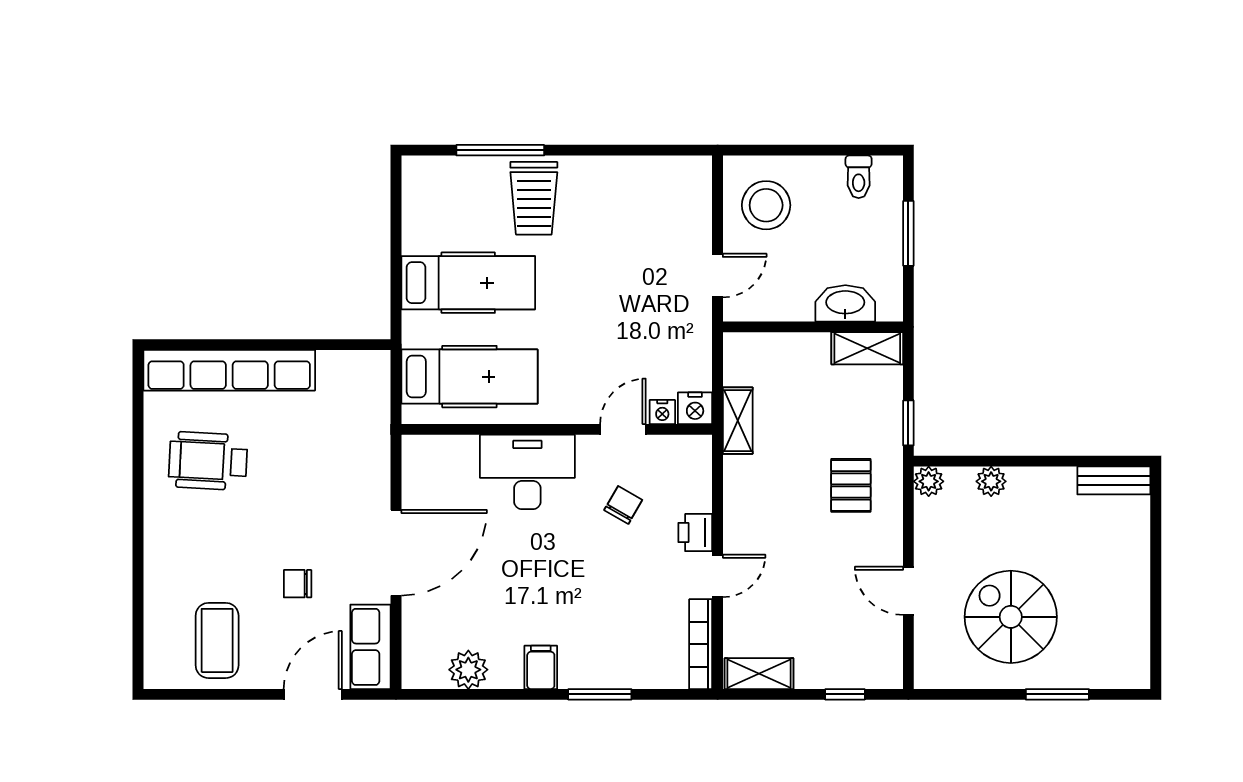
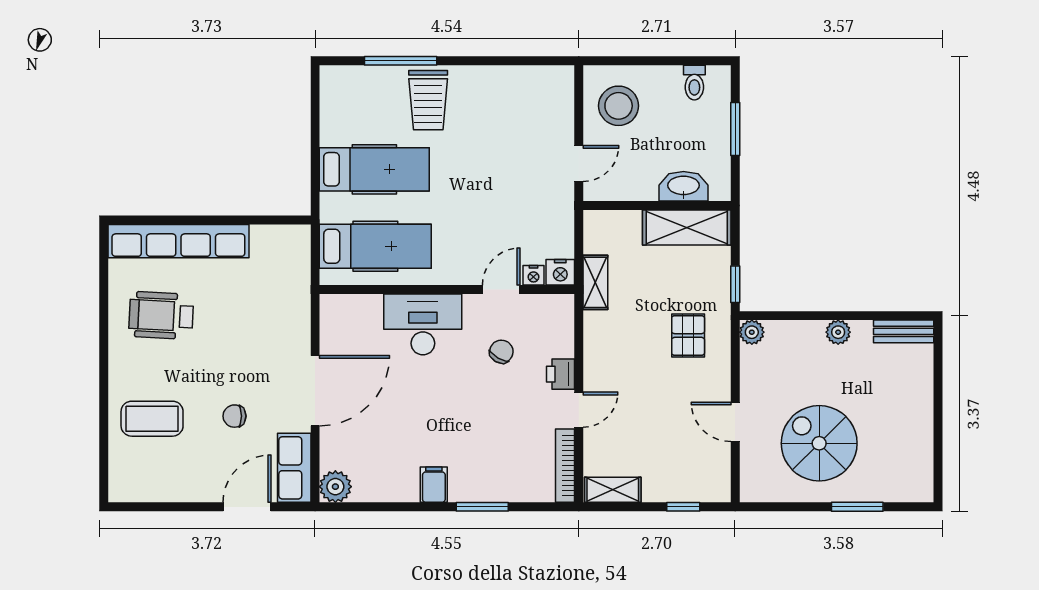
shelving: (867, 348) -> (687, 228), width x1.50, depth x1.33
plant: (991, 481) -> (838, 332), moved
coffee table: (217, 640) -> (152, 419), moved, turned 90
plant: (468, 670) -> (335, 487), moved

